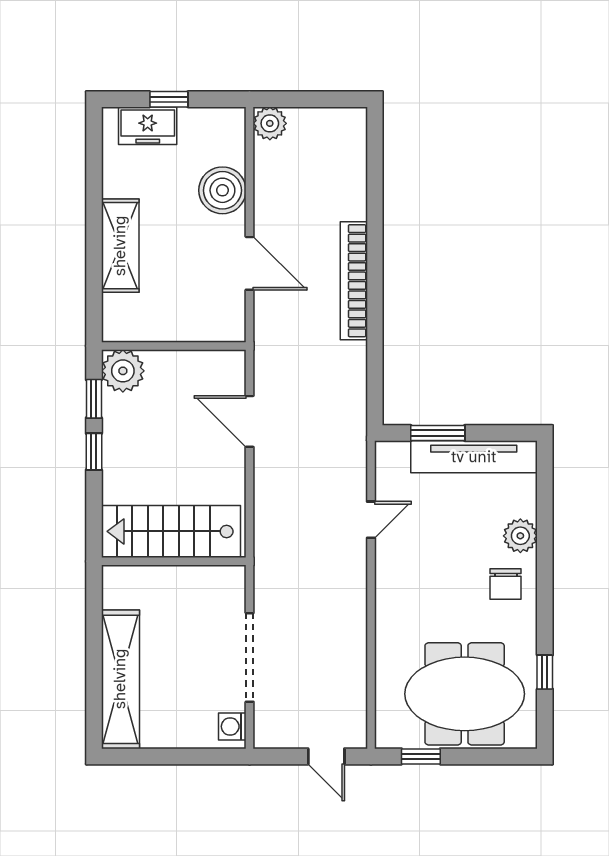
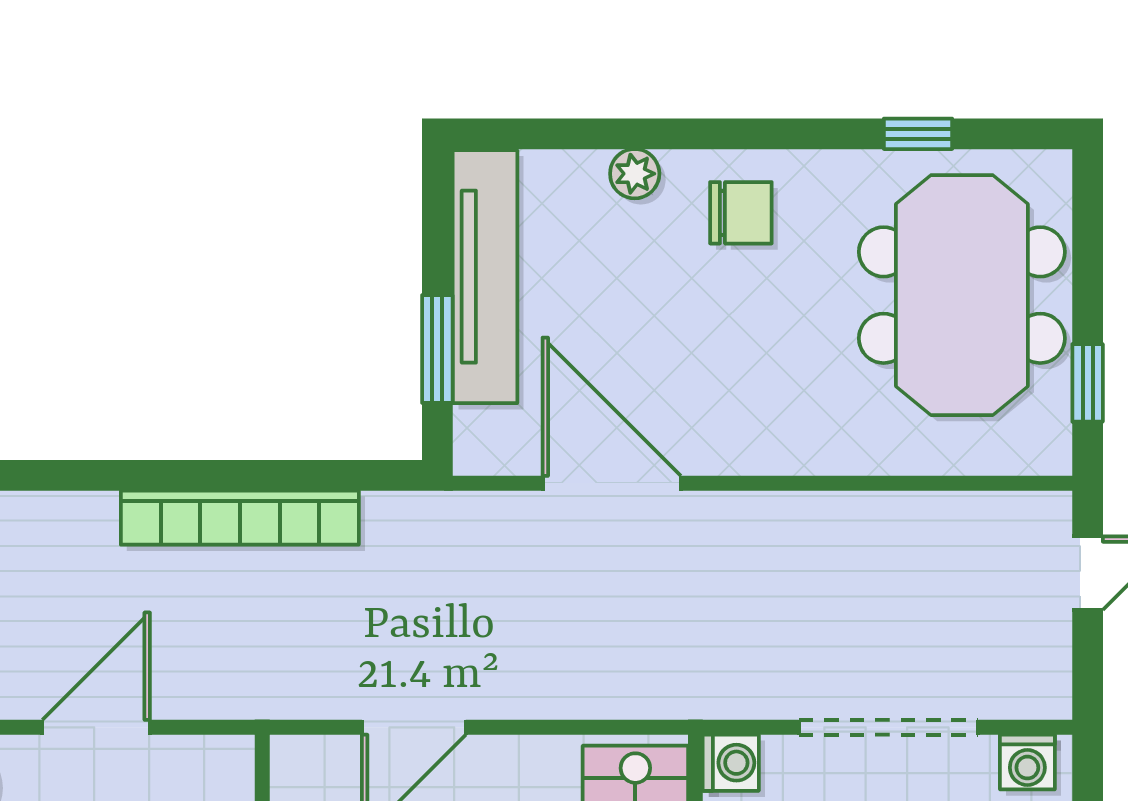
bookcase: (354, 281) -> (240, 518), moved
door: (371, 520) -> (612, 483), width x1.87
plant: (520, 536) -> (635, 174), width x0.73, depth x0.73
washing machine: (232, 579) -> (731, 763), added

